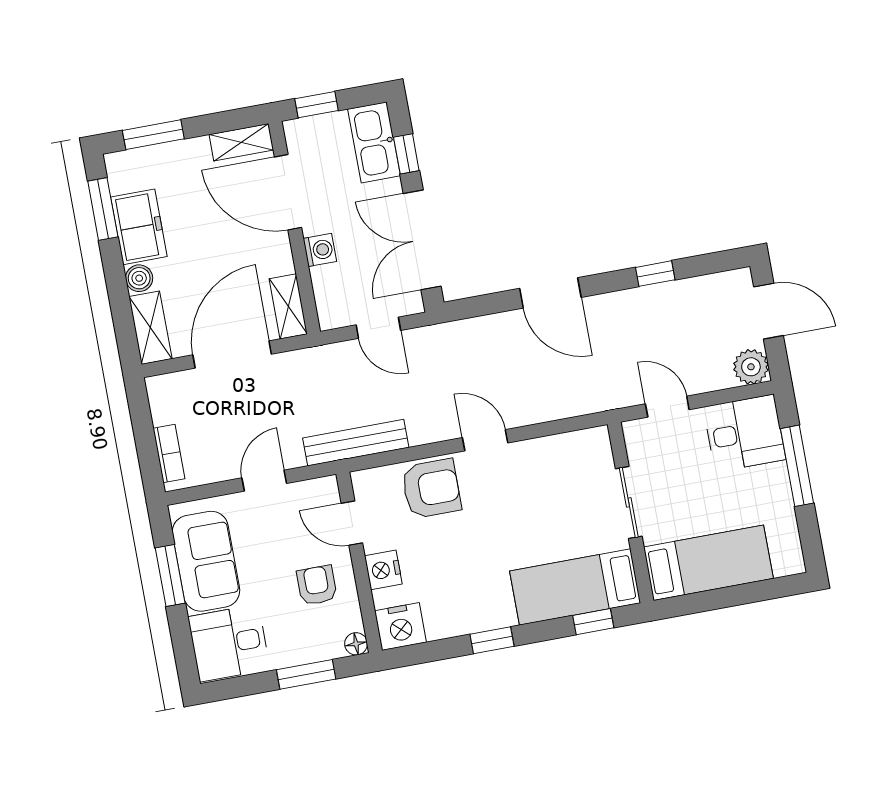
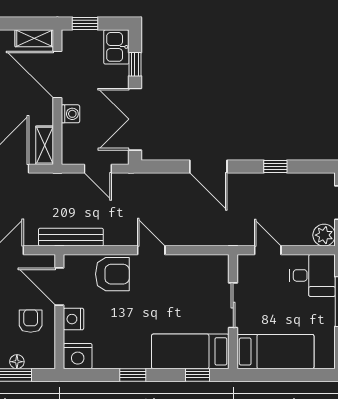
kitchen sink: (374, 142) -> (116, 47), width x0.73
door: (352, 523) -> (59, 287), width x1.38
floor lamp: (356, 644) -> (17, 362), moved

